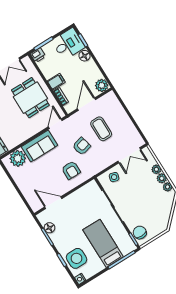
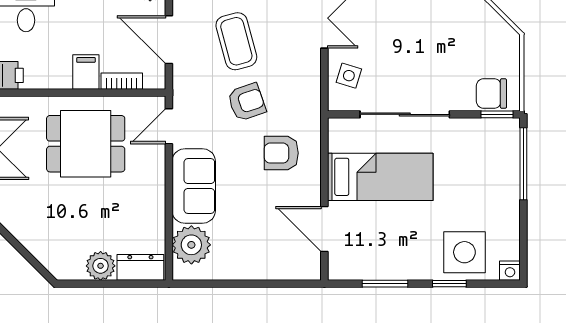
door: (55, 124) -> (169, 126), hinge flipped
coffee table: (101, 129) -> (236, 41), turned 75
armchair: (82, 146) -> (247, 102), turned 85
armchair: (71, 170) -> (281, 153), turned 180
door: (53, 203) -> (324, 229), hinge flipped
floor lamp: (49, 228) -> (370, 268), removed
bed: (103, 243) -> (380, 177), moved, turned 180

